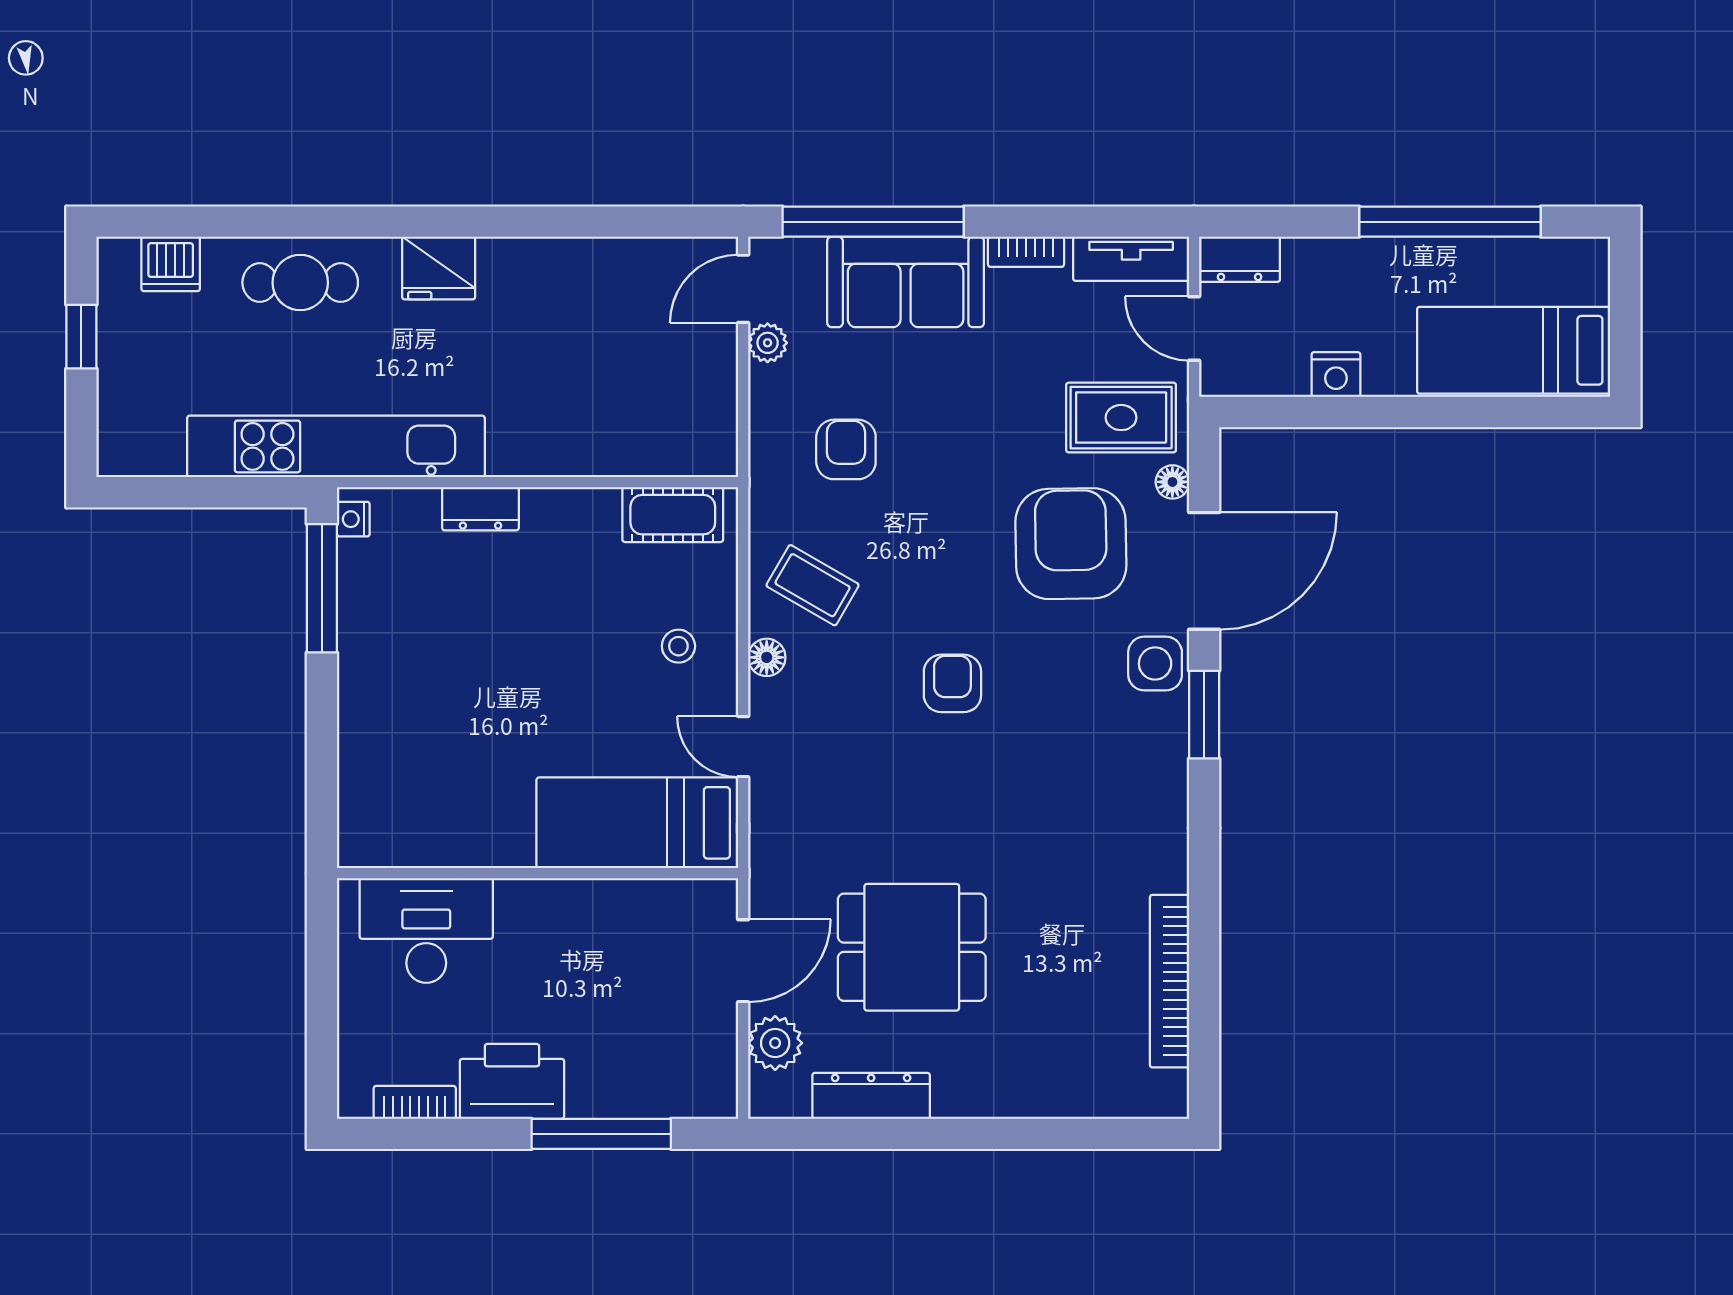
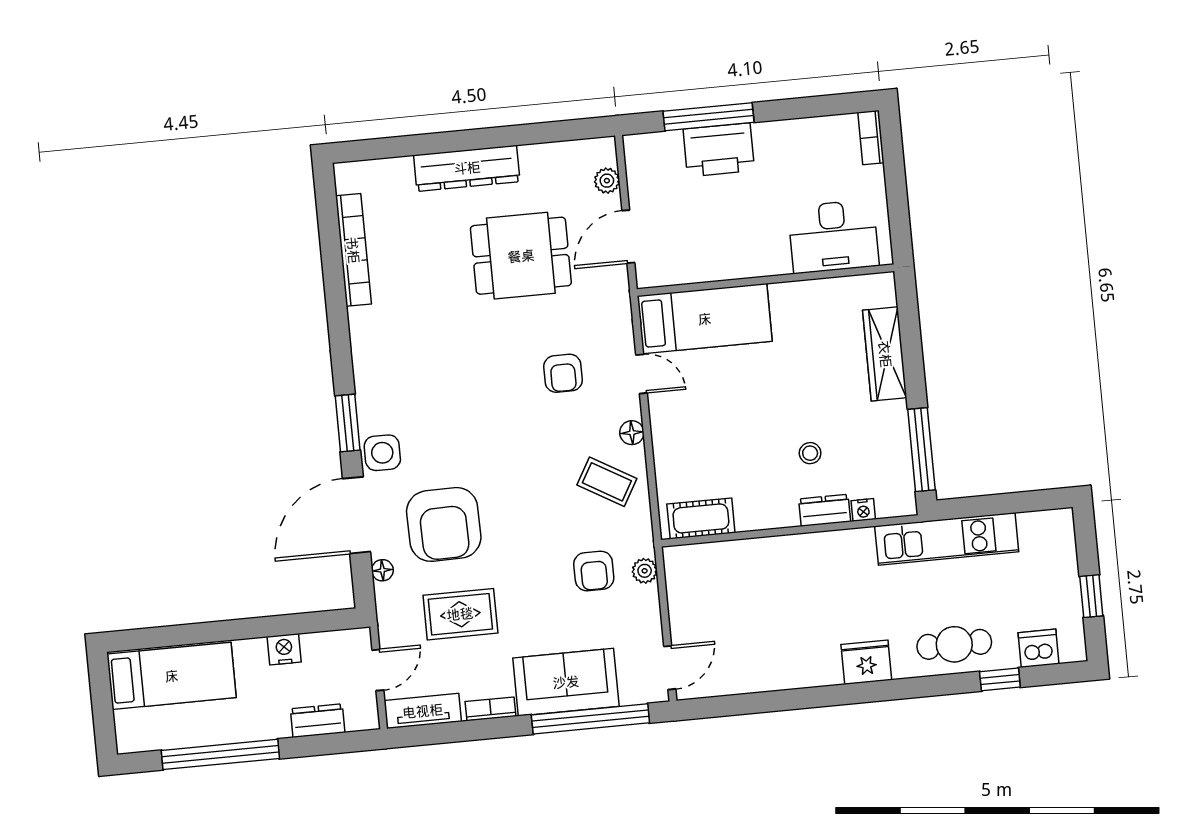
window: (235, 222) -> (1000, 679), added
dresser: (1240, 259) -> (318, 721), moved
door: (1194, 329) -> (378, 670), hinge flipped
plant: (768, 343) -> (645, 571), moved
rug: (1121, 418) -> (460, 614), moved
kitchen unit: (336, 446) -> (947, 539), width x0.73
nightstand: (353, 519) -> (863, 510), moved, turned 90
stool: (678, 646) -> (810, 453), moved
armchair: (952, 683) -> (563, 373), moved
wardrobe: (364, 741) -> (885, 354), added
plant: (775, 1043) -> (607, 181), width x0.73, depth x0.73
printer: (512, 1081) -> (719, 150), moved
dresser: (871, 1096) -> (467, 168), moved, width x1.37, depth x1.24
bookcase: (415, 1102) -> (871, 137), moved, turned 90

